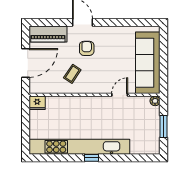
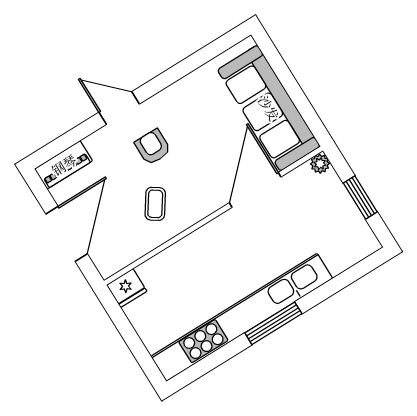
piano: (48, 34) -> (64, 165), width x0.73, depth x0.75
door: (120, 95) -> (255, 190), width x1.87
window: (92, 158) -> (273, 323), width x2.17

